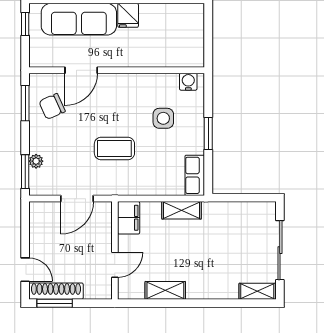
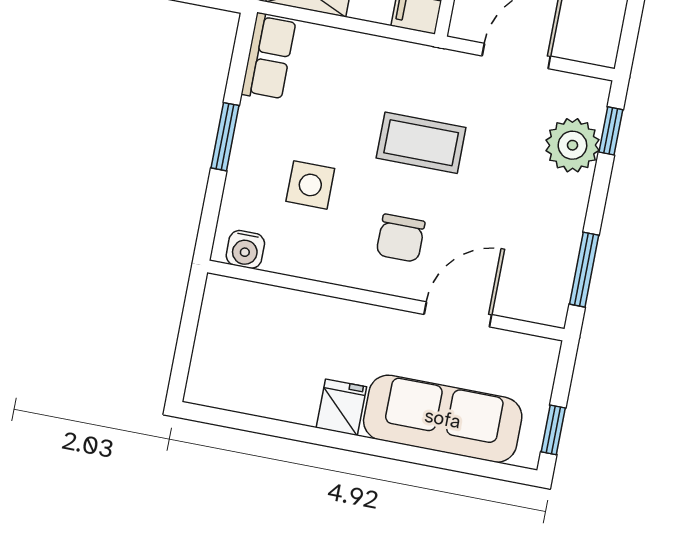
chair: (52, 106) -> (401, 238), moved, turned 114
plant: (36, 161) -> (572, 145), width x1.88, depth x1.88
window: (25, 172) -> (611, 131), width x0.67

